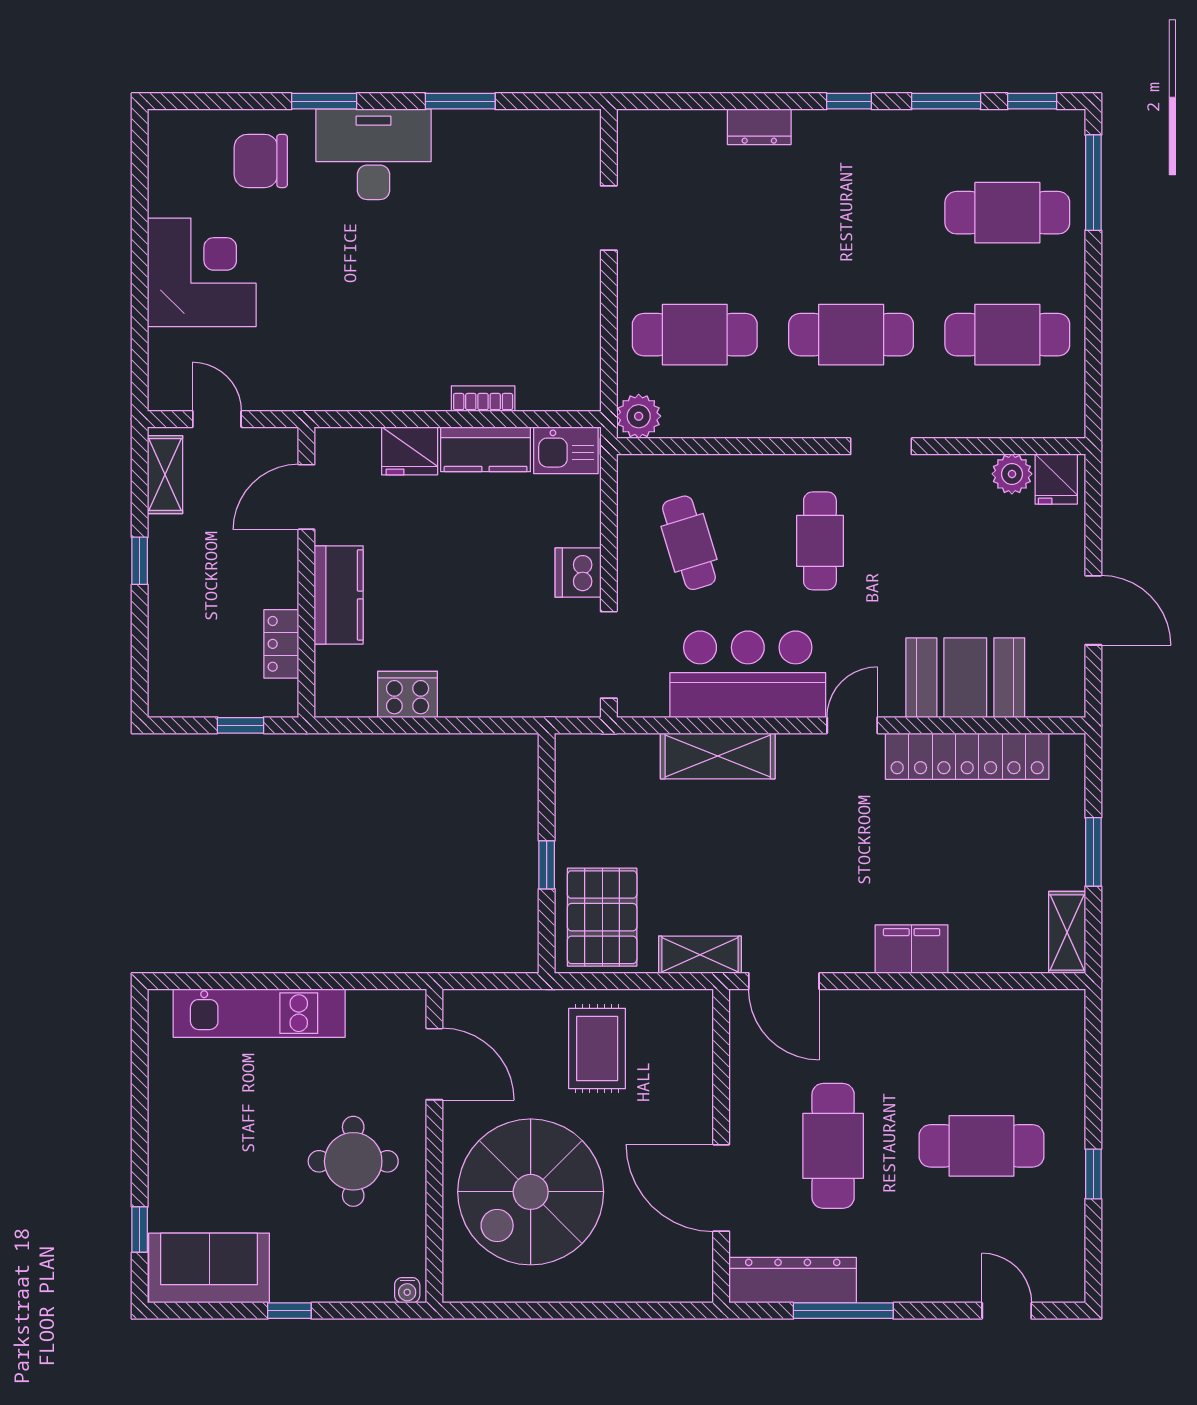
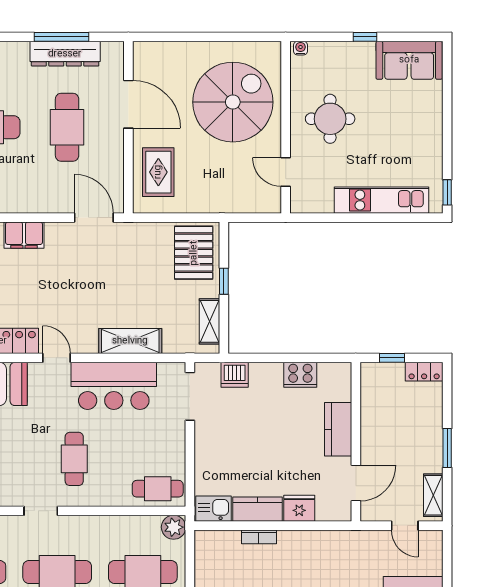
cafe table: (689, 543) -> (158, 489), moved, turned -73
window: (140, 561) -> (447, 448), width x1.50
dishwasher: (578, 573) -> (235, 375), moved, turned 90
locker: (281, 644) -> (424, 372), moved, turned 90
door: (852, 725) -> (57, 358), swing flipped
shelving: (700, 955) -> (210, 321), moved, turned 90
rug: (597, 1049) -> (158, 172), moved
door: (434, 1064) -> (286, 172), width x0.73
window: (140, 1230) -> (447, 192), moved
dresser: (793, 1280) -> (65, 54), moved

